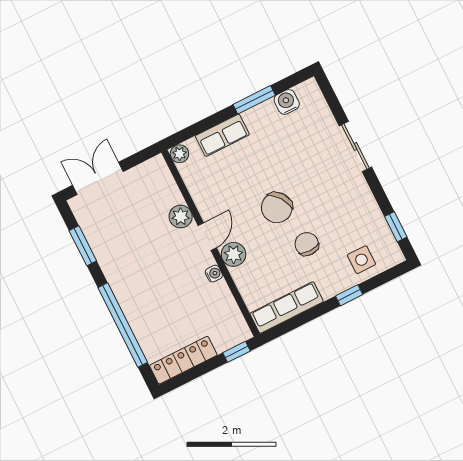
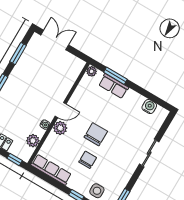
window: (254, 100) -> (115, 76), moved
chair: (277, 208) -> (96, 134), turned 125
plant: (181, 217) -> (33, 141), moved

